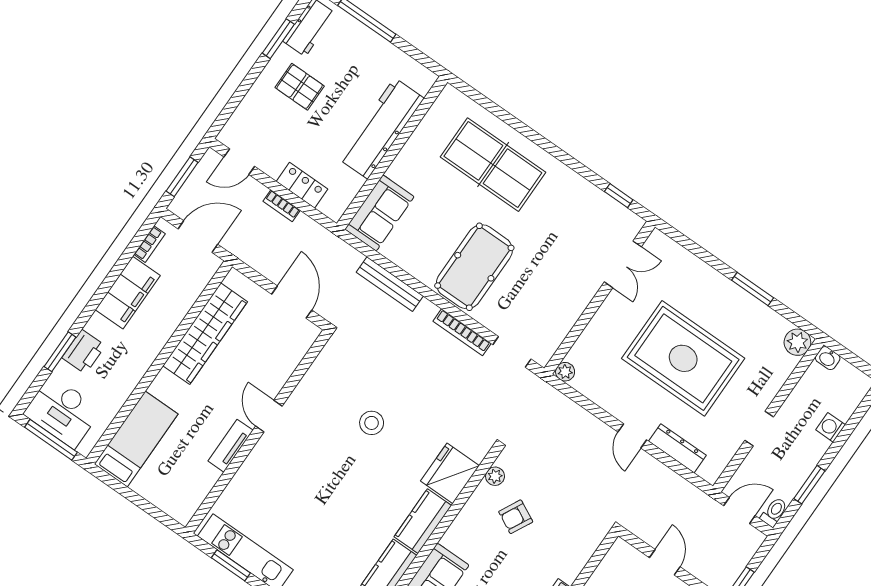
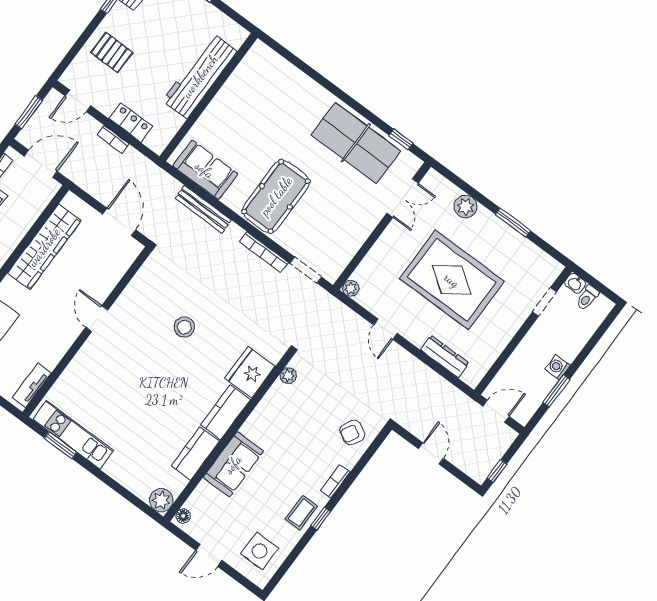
pallet: (300, 87) -> (112, 53), moved
table tennis table: (493, 165) -> (356, 143), moved
sofa: (379, 213) -> (205, 170), moved, turned -90
plant: (797, 342) -> (466, 207), moved
washing machine: (831, 427) -> (558, 367), moved
doorway: (759, 429) -> (544, 302), moved
door: (632, 436) -> (385, 329), moved
tv unit: (231, 446) -> (32, 385), moved
toilet: (774, 512) -> (587, 298), moved, turned 180
armchair: (516, 517) -> (352, 433), moved

